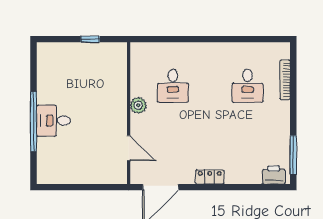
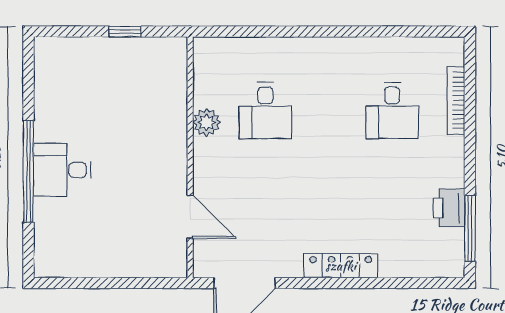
plant: (138, 105) -> (207, 122), moved
printer: (274, 175) -> (449, 208), moved, turned -90
locker: (210, 177) -> (341, 266), width x1.53

